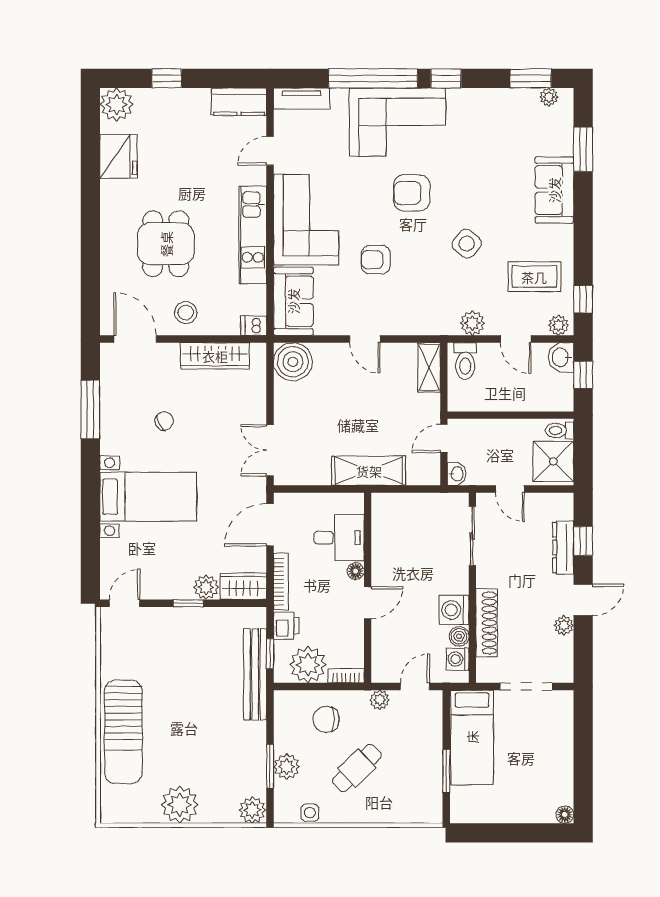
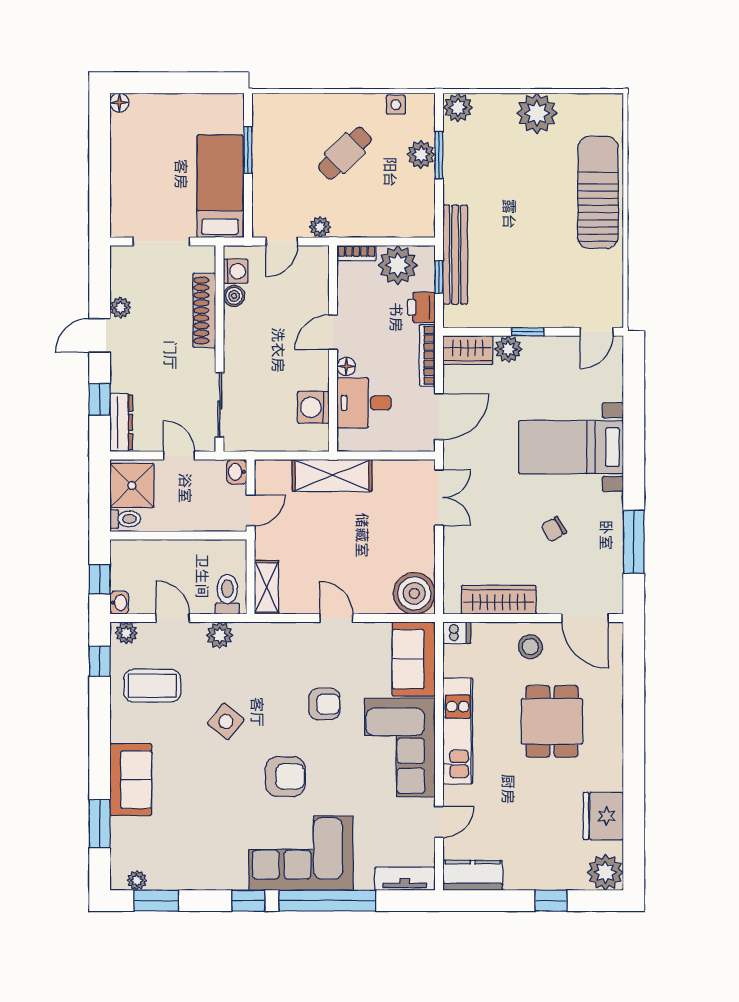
washbasin: (561, 357) -> (119, 603), width x0.72, depth x0.69
dresser: (563, 548) -> (121, 422), moved
washing machine: (454, 610) -> (313, 407), moved, turned 180
chair: (326, 719) -> (378, 206), removed

